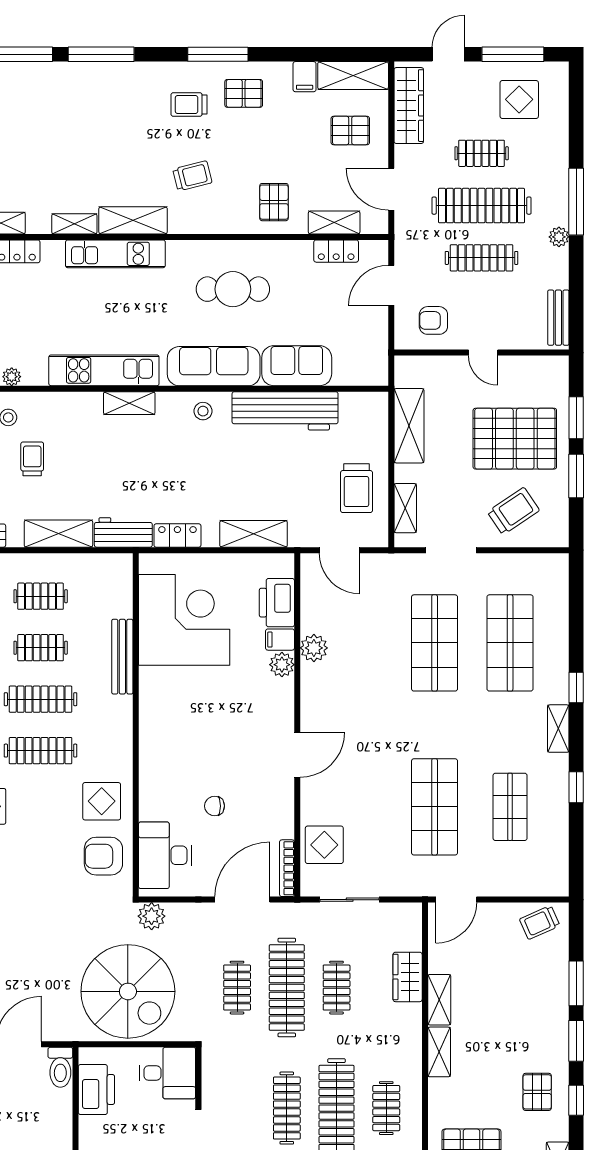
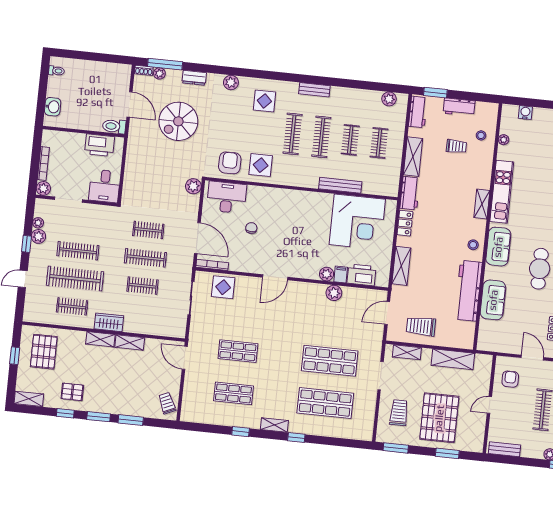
sofa: (214, 366) -> (498, 247), width x0.73
window: (576, 476) -> (396, 448), moved
trolley: (513, 511) -> (399, 413), turned -146
door: (297, 755) -> (275, 277), hinge flipped
shop shelf: (435, 807) -> (238, 351), width x0.70, depth x0.74
wardrobe: (408, 977) -> (109, 322), moved
clothes rail: (287, 988) -> (145, 258), width x0.73, depth x0.76
spiral stairs: (128, 991) -> (178, 121), moved, width x0.73, depth x0.73

